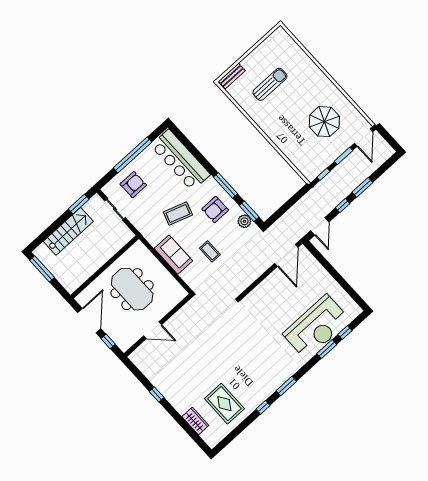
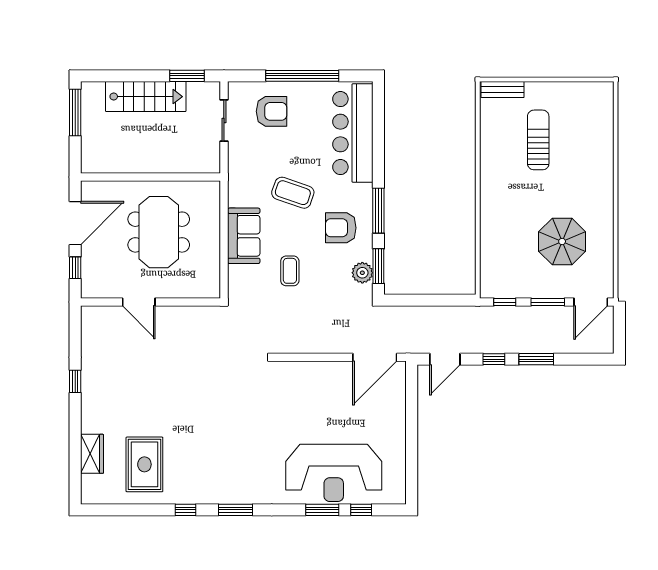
sun lounger: (270, 84) -> (538, 140), turned -90

